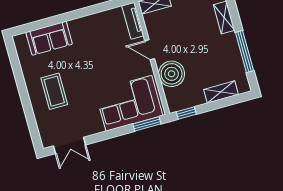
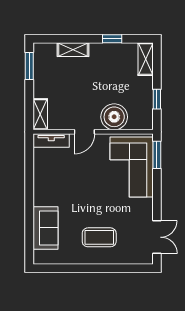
window: (245, 52) -> (112, 39), width x0.46
shelving: (221, 92) -> (146, 59), moved
window: (186, 113) -> (157, 99), moved

